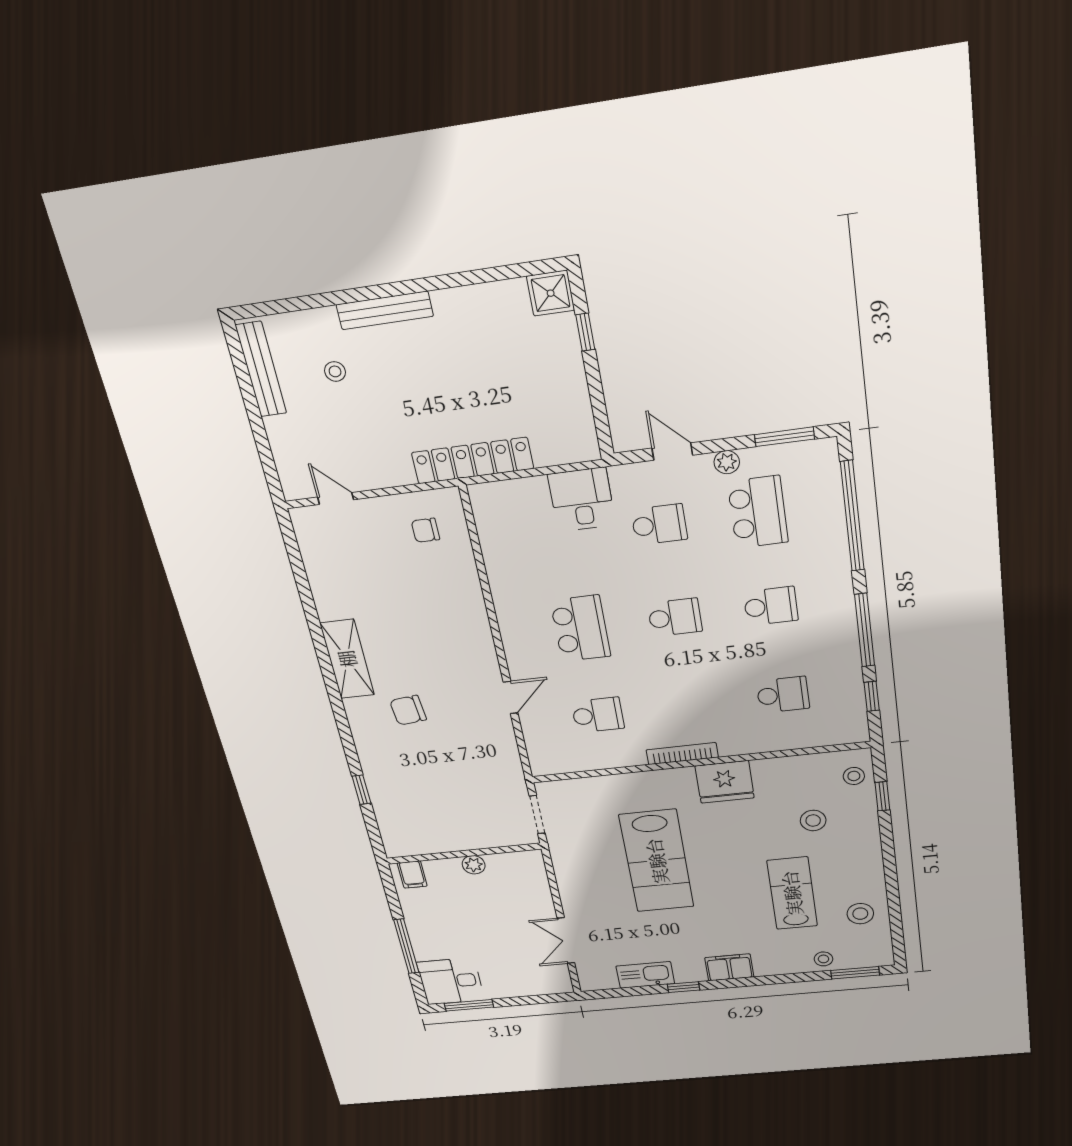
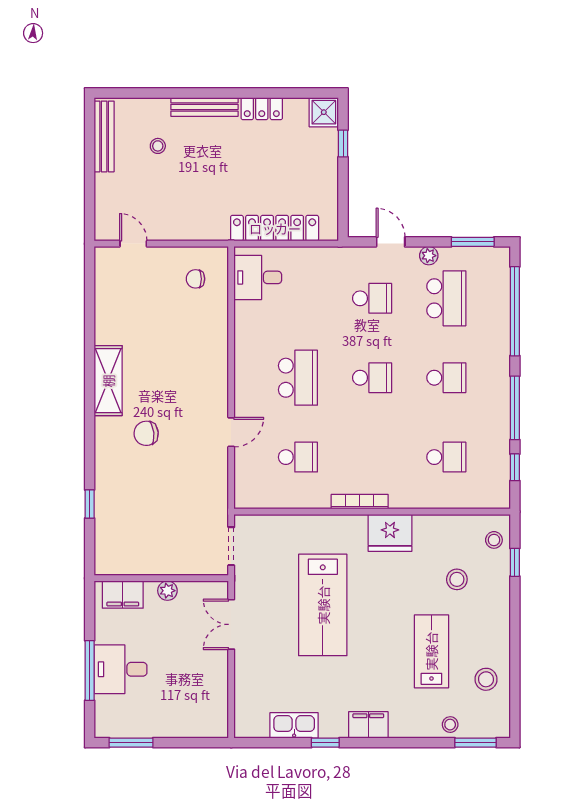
locker: (464, 301) -> (262, 109), added
locker: (473, 461) -> (275, 228), moved
desk: (582, 499) -> (258, 277), moved, turned -90
filing cabinet: (412, 874) -> (123, 595), width x2.00
double door: (566, 941) -> (231, 624), moved
desk: (451, 981) -> (121, 669), moved

